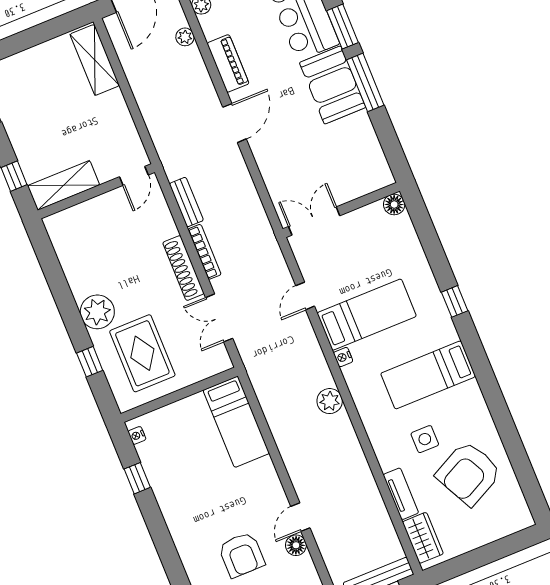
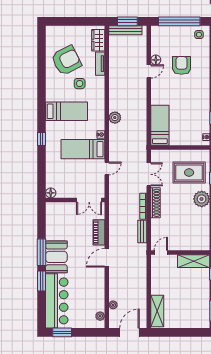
piano: (228, 63) -> (99, 232), moved
rug: (142, 353) -> (189, 173), turned 90

